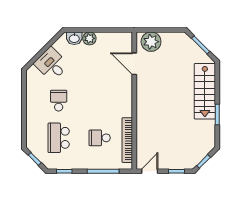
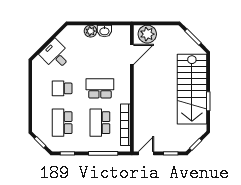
washbasin: (74, 38) -> (104, 31), moved
door: (134, 64) -> (132, 54), swing flipped
stairs: (205, 91) -> (192, 89), width x1.36, depth x1.51
school desk: (59, 101) -> (62, 88), turned -90
school desk: (100, 101) -> (100, 88), added
school desk: (100, 138) -> (100, 123), width x1.85

